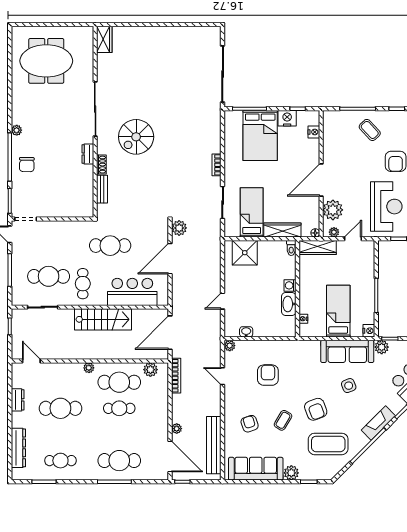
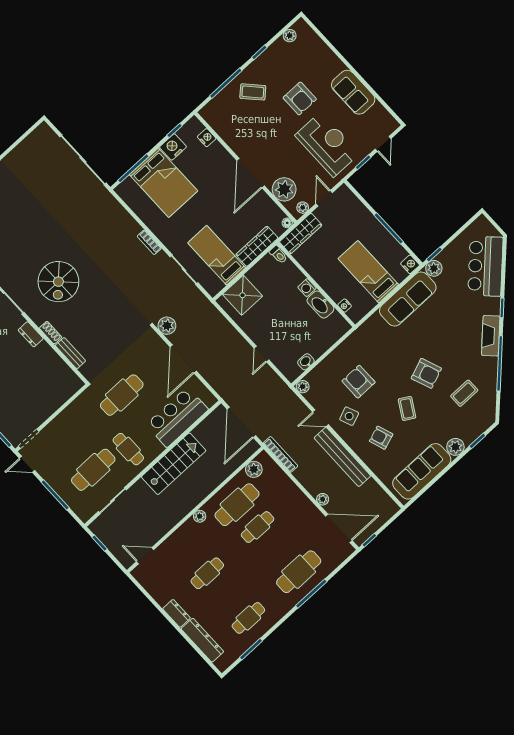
side table: (349, 386) -> (349, 416), moved
dresser: (18, 400) -> (176, 613), moved
cafe table: (60, 408) -> (207, 573), width x0.73, depth x0.74
coffee table: (328, 444) -> (464, 393), width x0.54, depth x0.58
bench: (214, 445) -> (342, 457), moved

